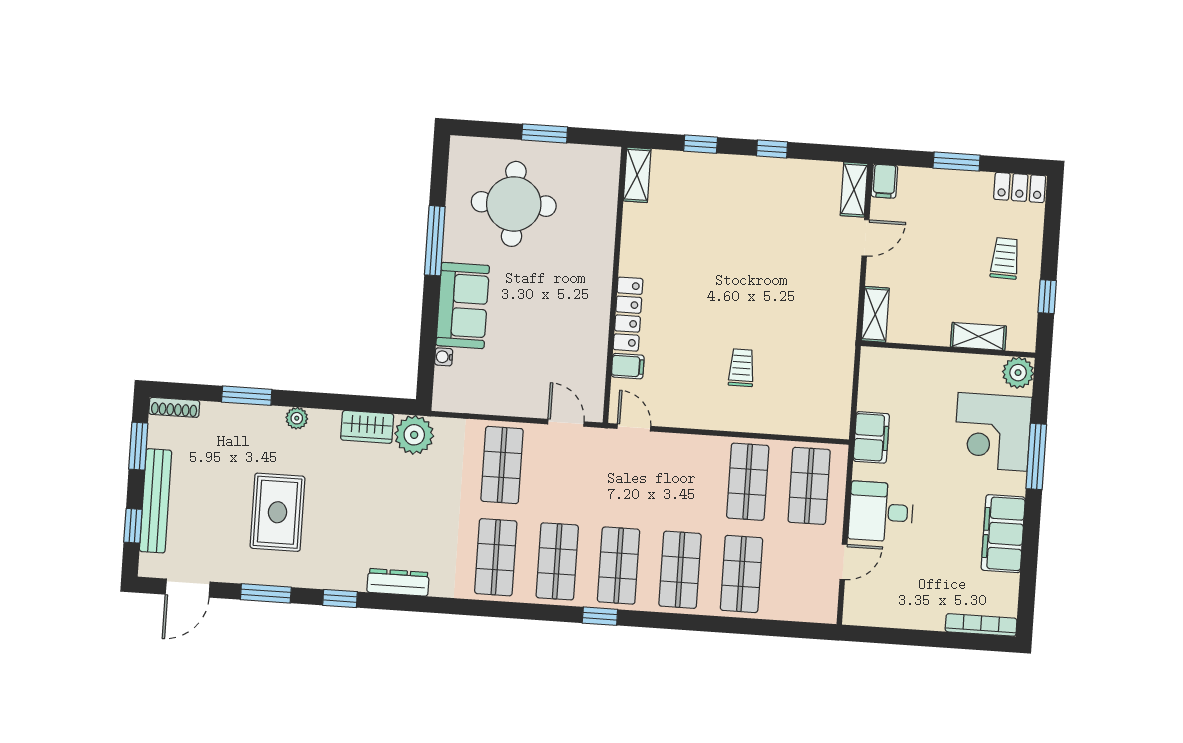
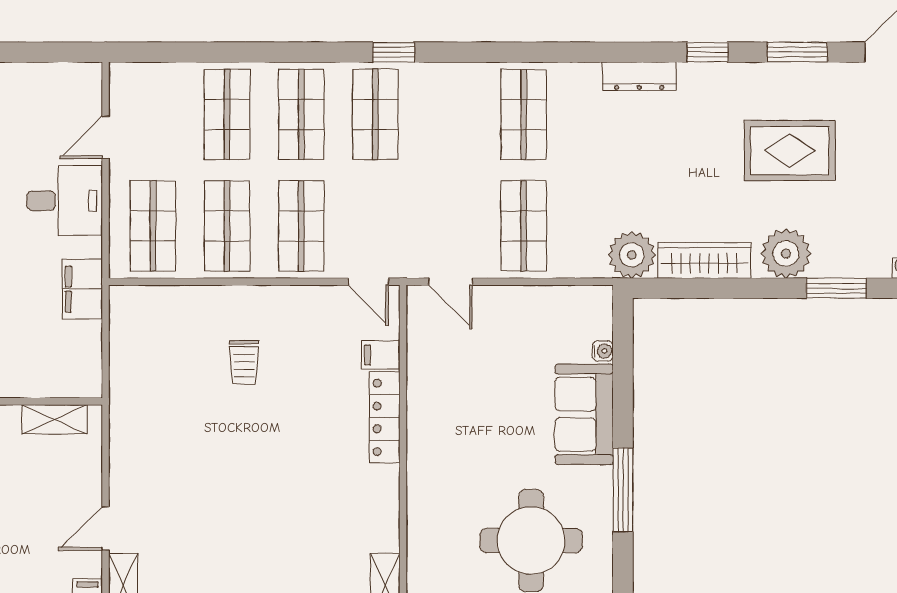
shelving: (875, 314) -> (55, 419), moved, turned 90
plant: (297, 418) -> (786, 254), width x1.88, depth x1.88
wardrobe: (367, 427) -> (704, 261), width x1.50
rug: (278, 512) -> (790, 151), turned 90
shop shelf: (557, 561) -> (301, 226), moved

